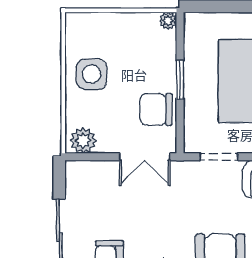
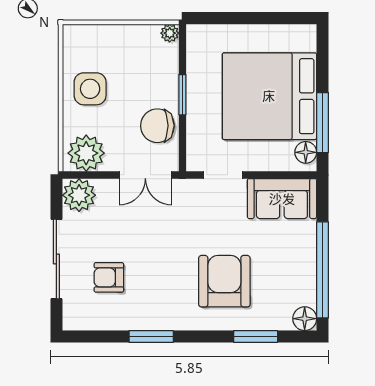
plant: (83, 140) -> (86, 153), width x1.36, depth x1.36
plant: (81, 176) -> (79, 195), added

